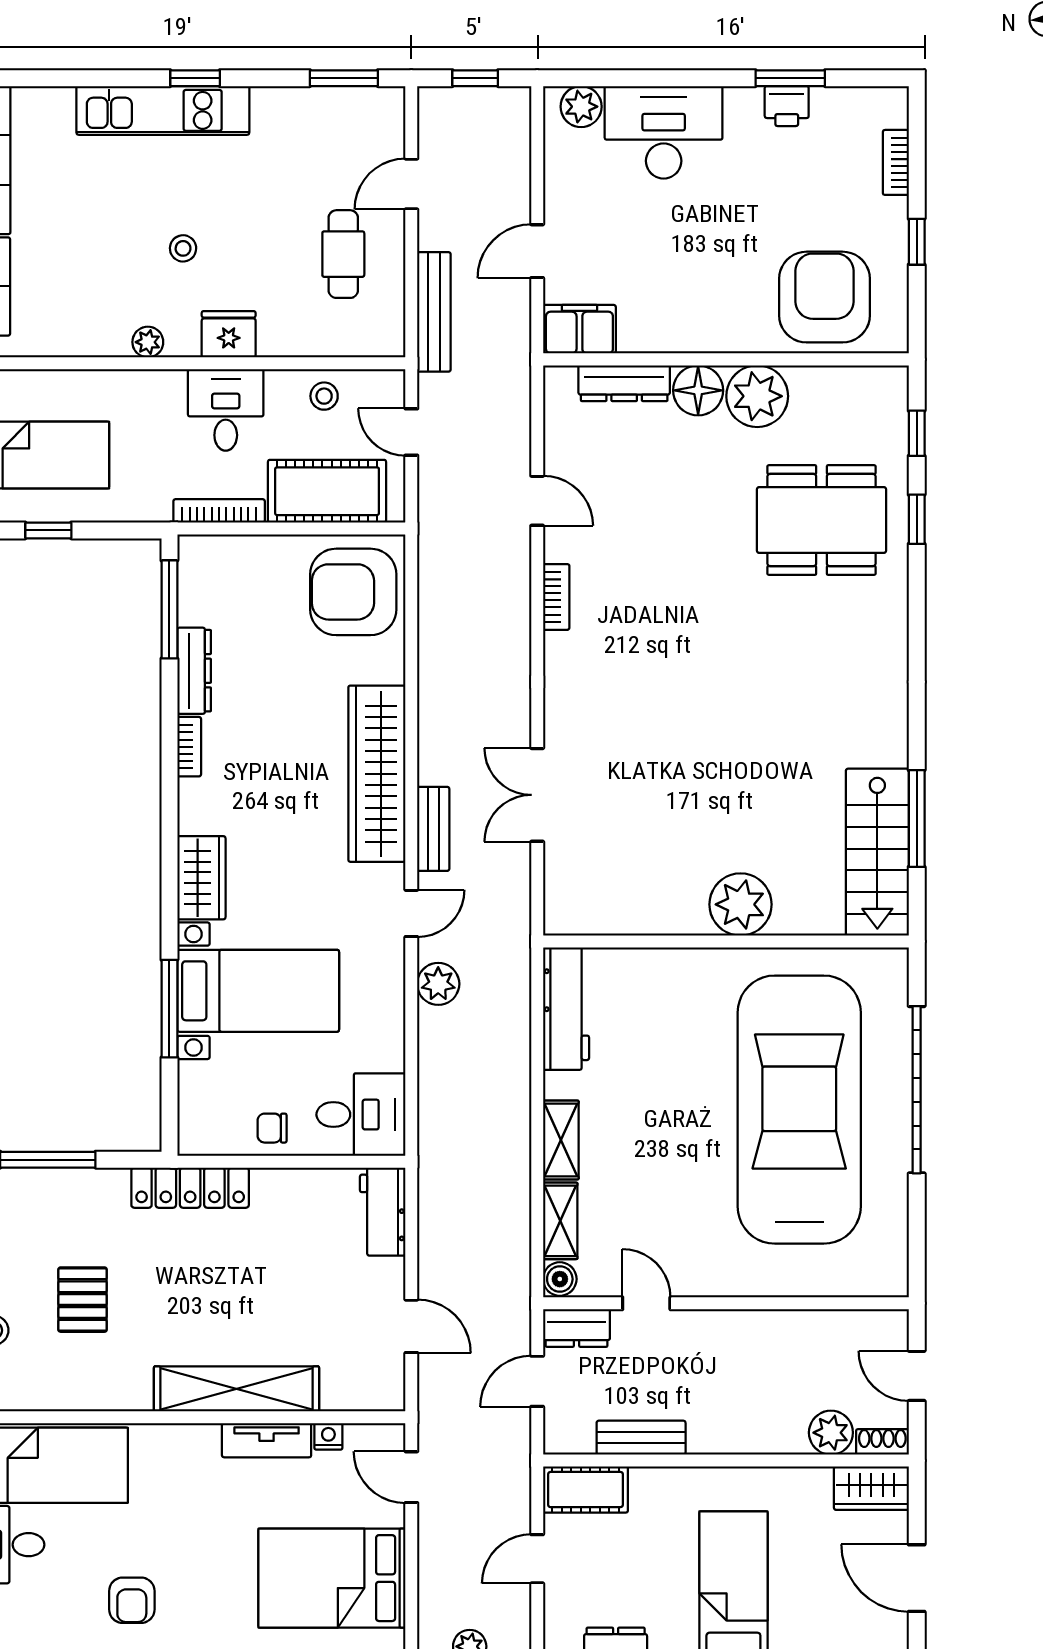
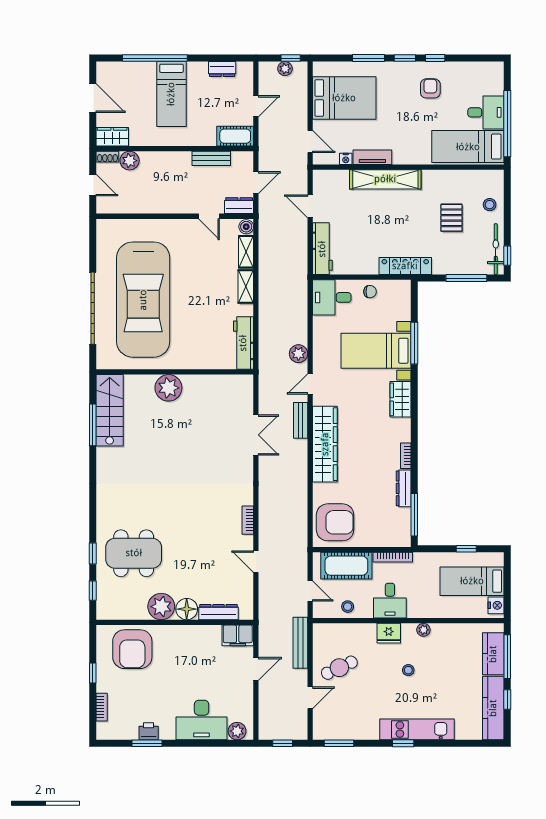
cafe table: (343, 254) -> (339, 668), turned 65
workbench: (383, 1212) -> (322, 249), width x1.38

